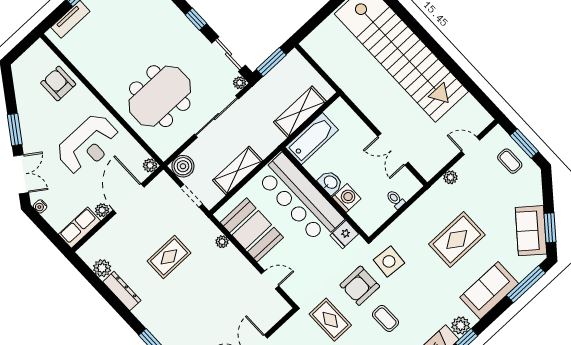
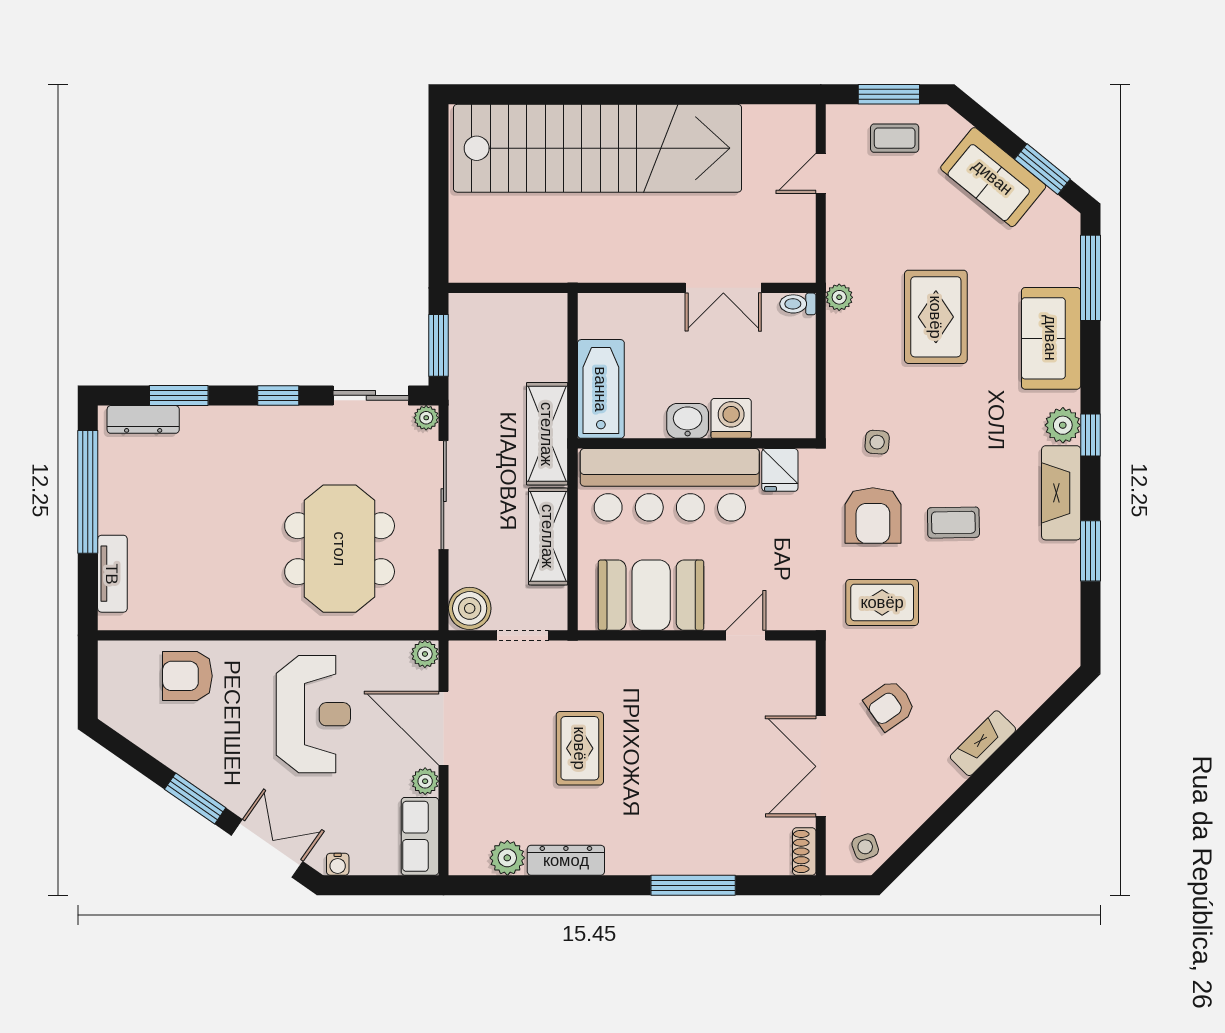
shelving: (300, 112) -> (547, 434), moved
plant: (450, 177) -> (839, 297), moved
toilet: (396, 199) -> (798, 304), moved
sofa: (531, 231) -> (993, 177), moved
plant: (222, 242) -> (628, 653), removed
side table: (389, 261) -> (877, 442), width x0.54, depth x0.54

